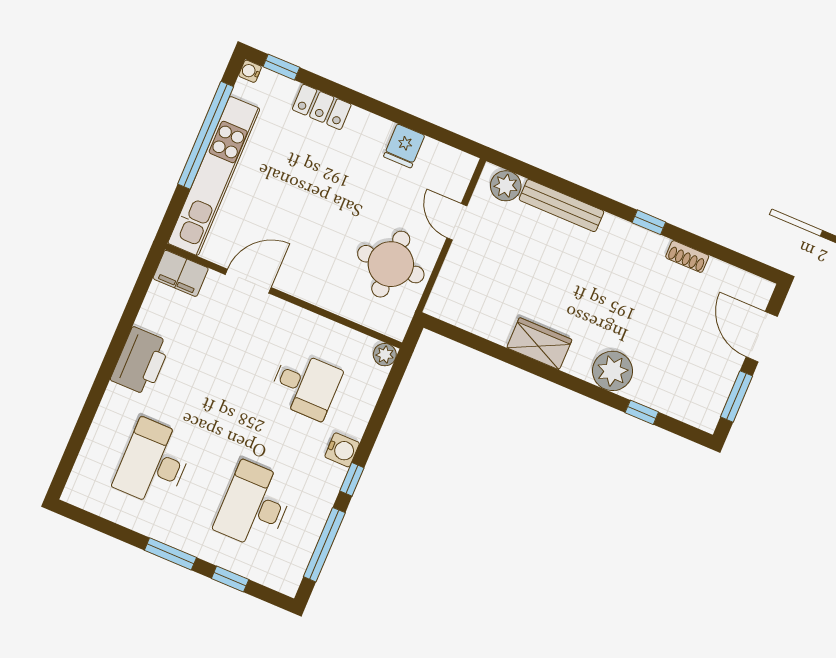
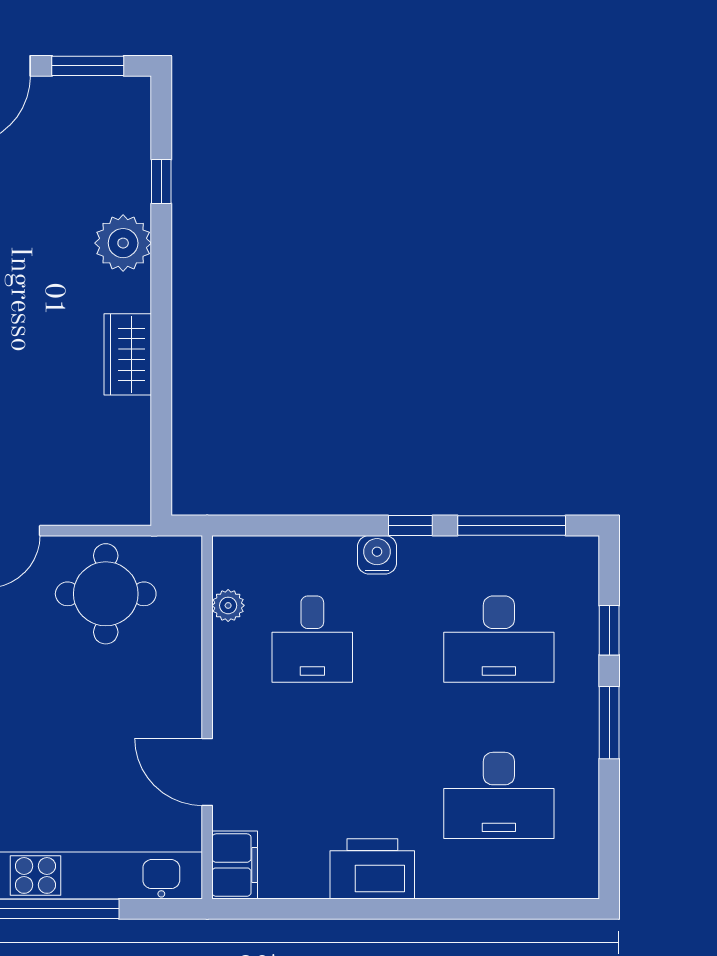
plant: (385, 355) -> (228, 605), moved
desk: (305, 385) -> (312, 639), turned 180

